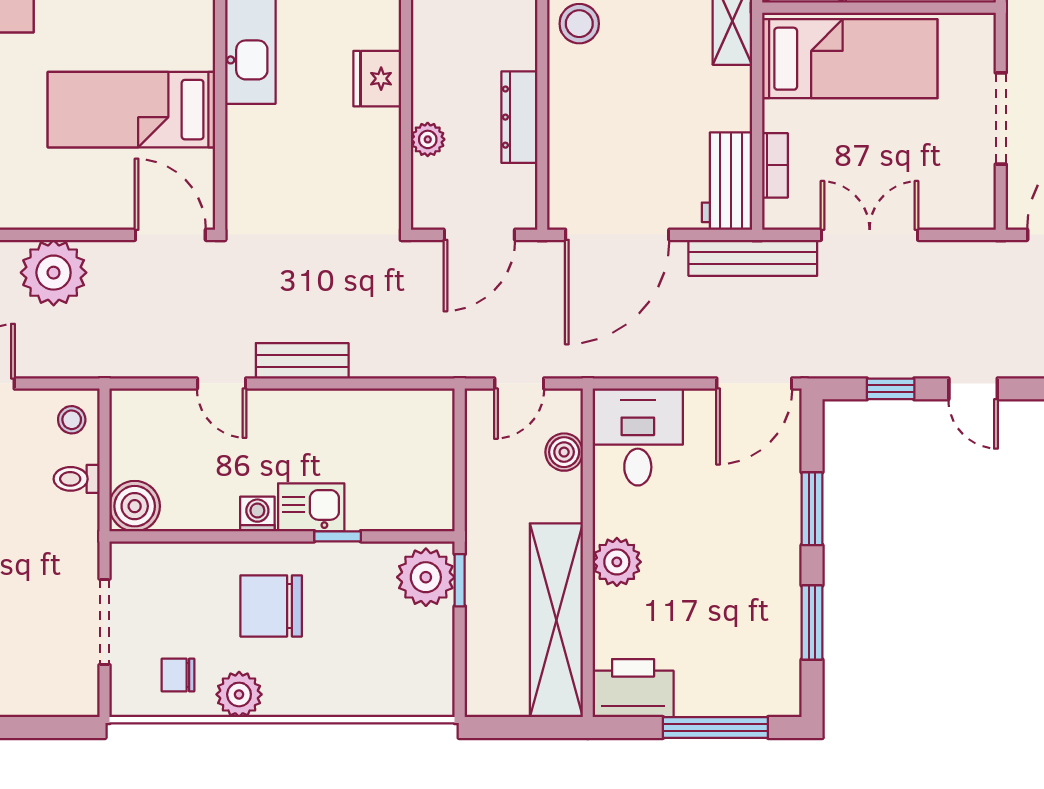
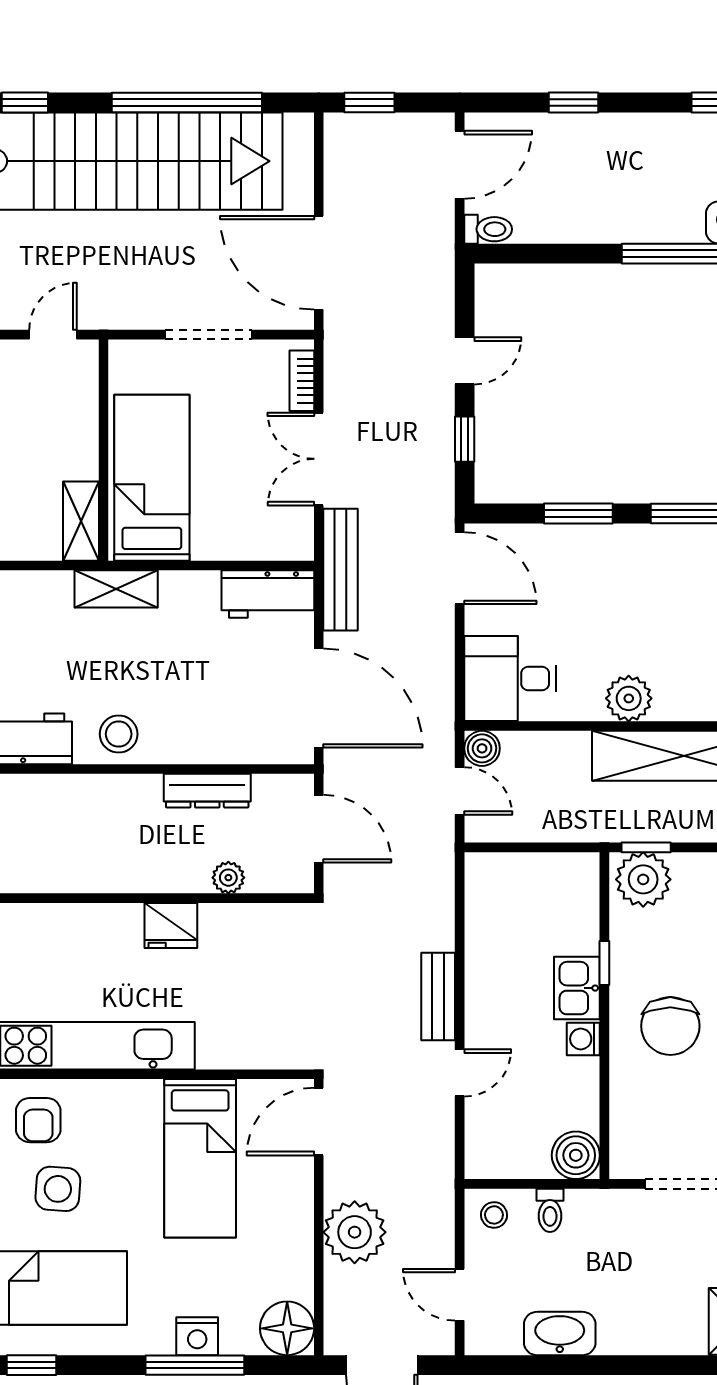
bookcase: (775, 165) -> (302, 381), moved, turned -90
boiler: (564, 452) -> (482, 748), moved

